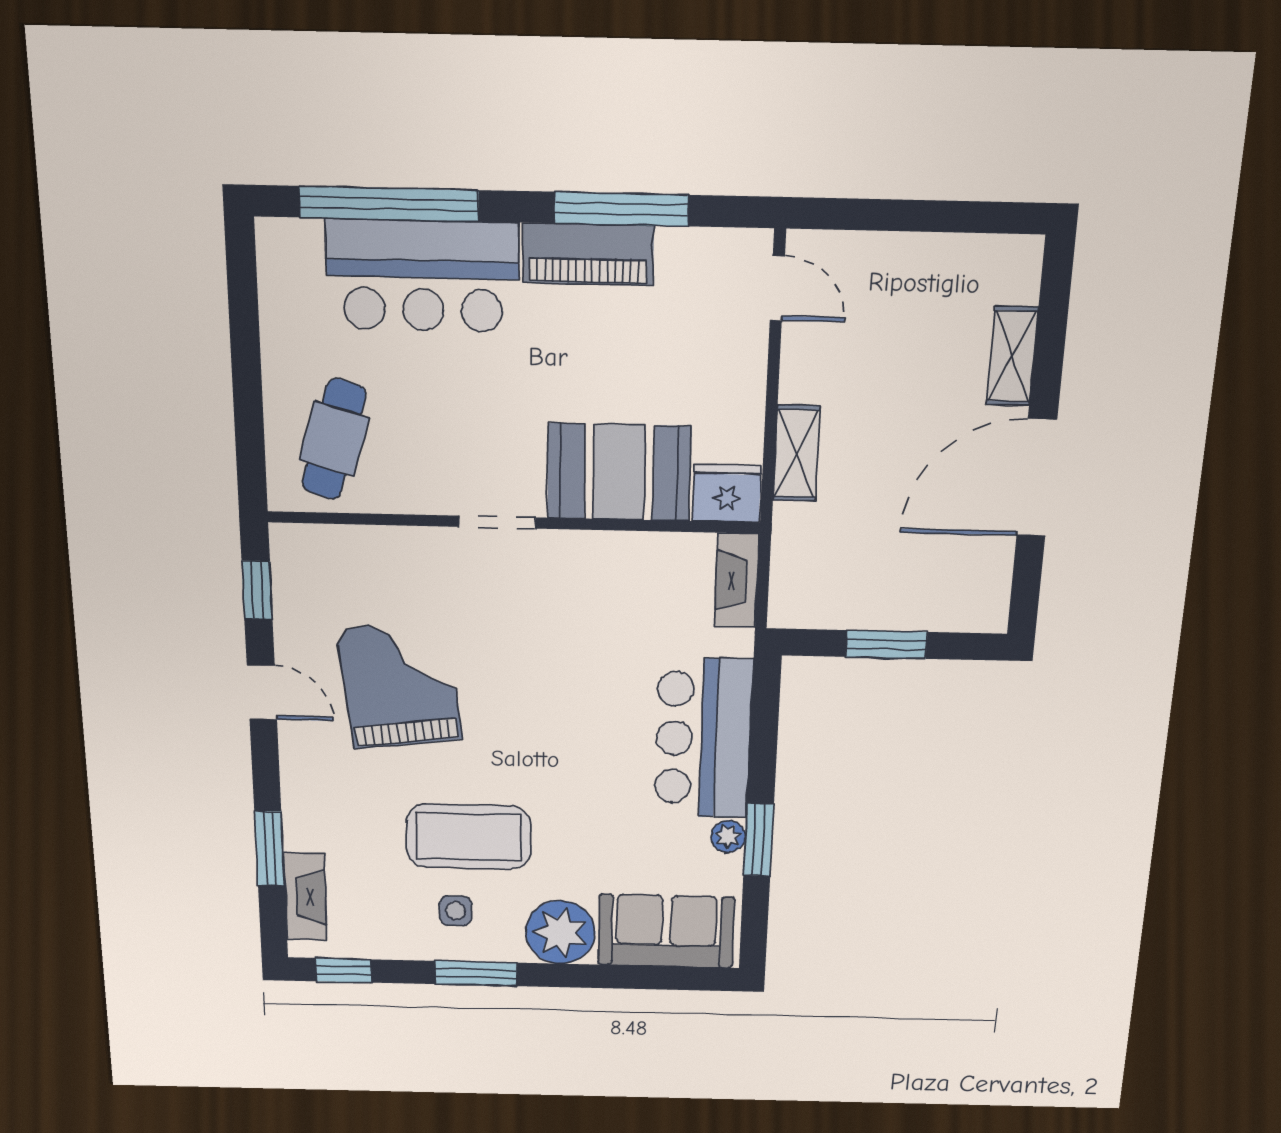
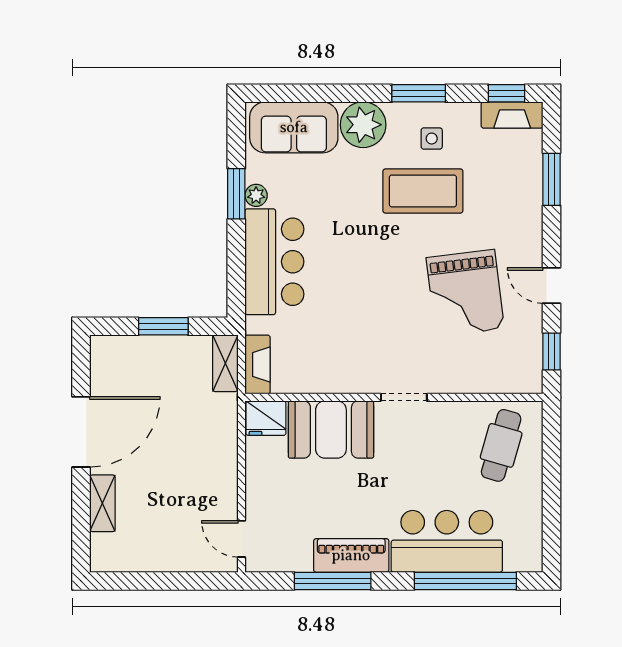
shelving: (797, 453) -> (225, 363), moved
fireplace: (305, 897) -> (512, 115), moved, turned -90

